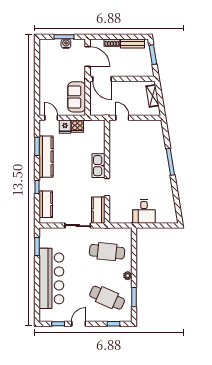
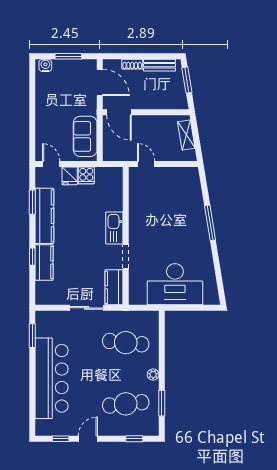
water cooler: (66, 44) -> (45, 65), moved
kitchen counter: (46, 204) -> (44, 263), moved
desk: (144, 211) -> (175, 284), width x1.87, depth x1.30
cafe table: (107, 298) -> (126, 404), turned -30

